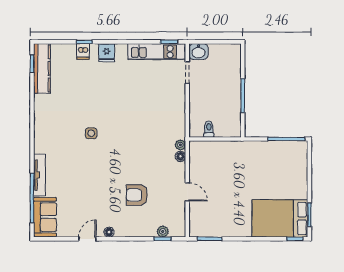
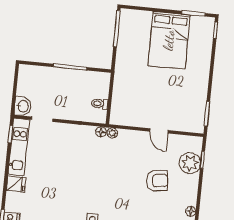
fridge: (107, 53) -> (16, 184), moved
floor lamp: (180, 156) -> (101, 132), moved
door: (187, 192) -> (159, 131), swing flipped
armchair: (137, 195) -> (157, 181), turned -97
bed: (280, 218) -> (169, 40), moved
plant: (163, 231) -> (190, 163), width x1.88, depth x1.88

